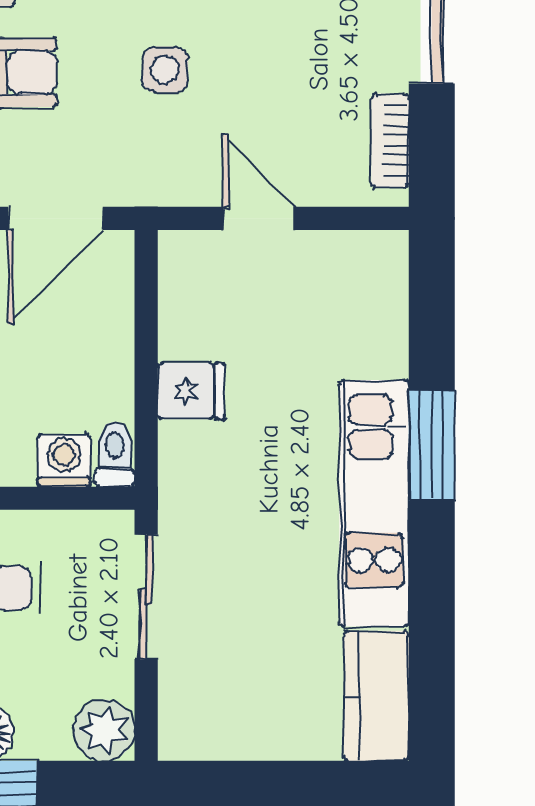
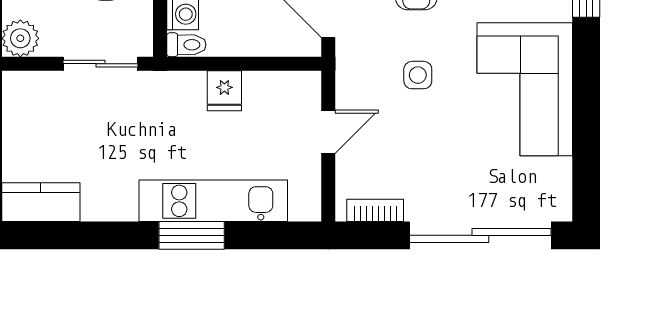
kitchen unit: (374, 503) -> (213, 201), moved

